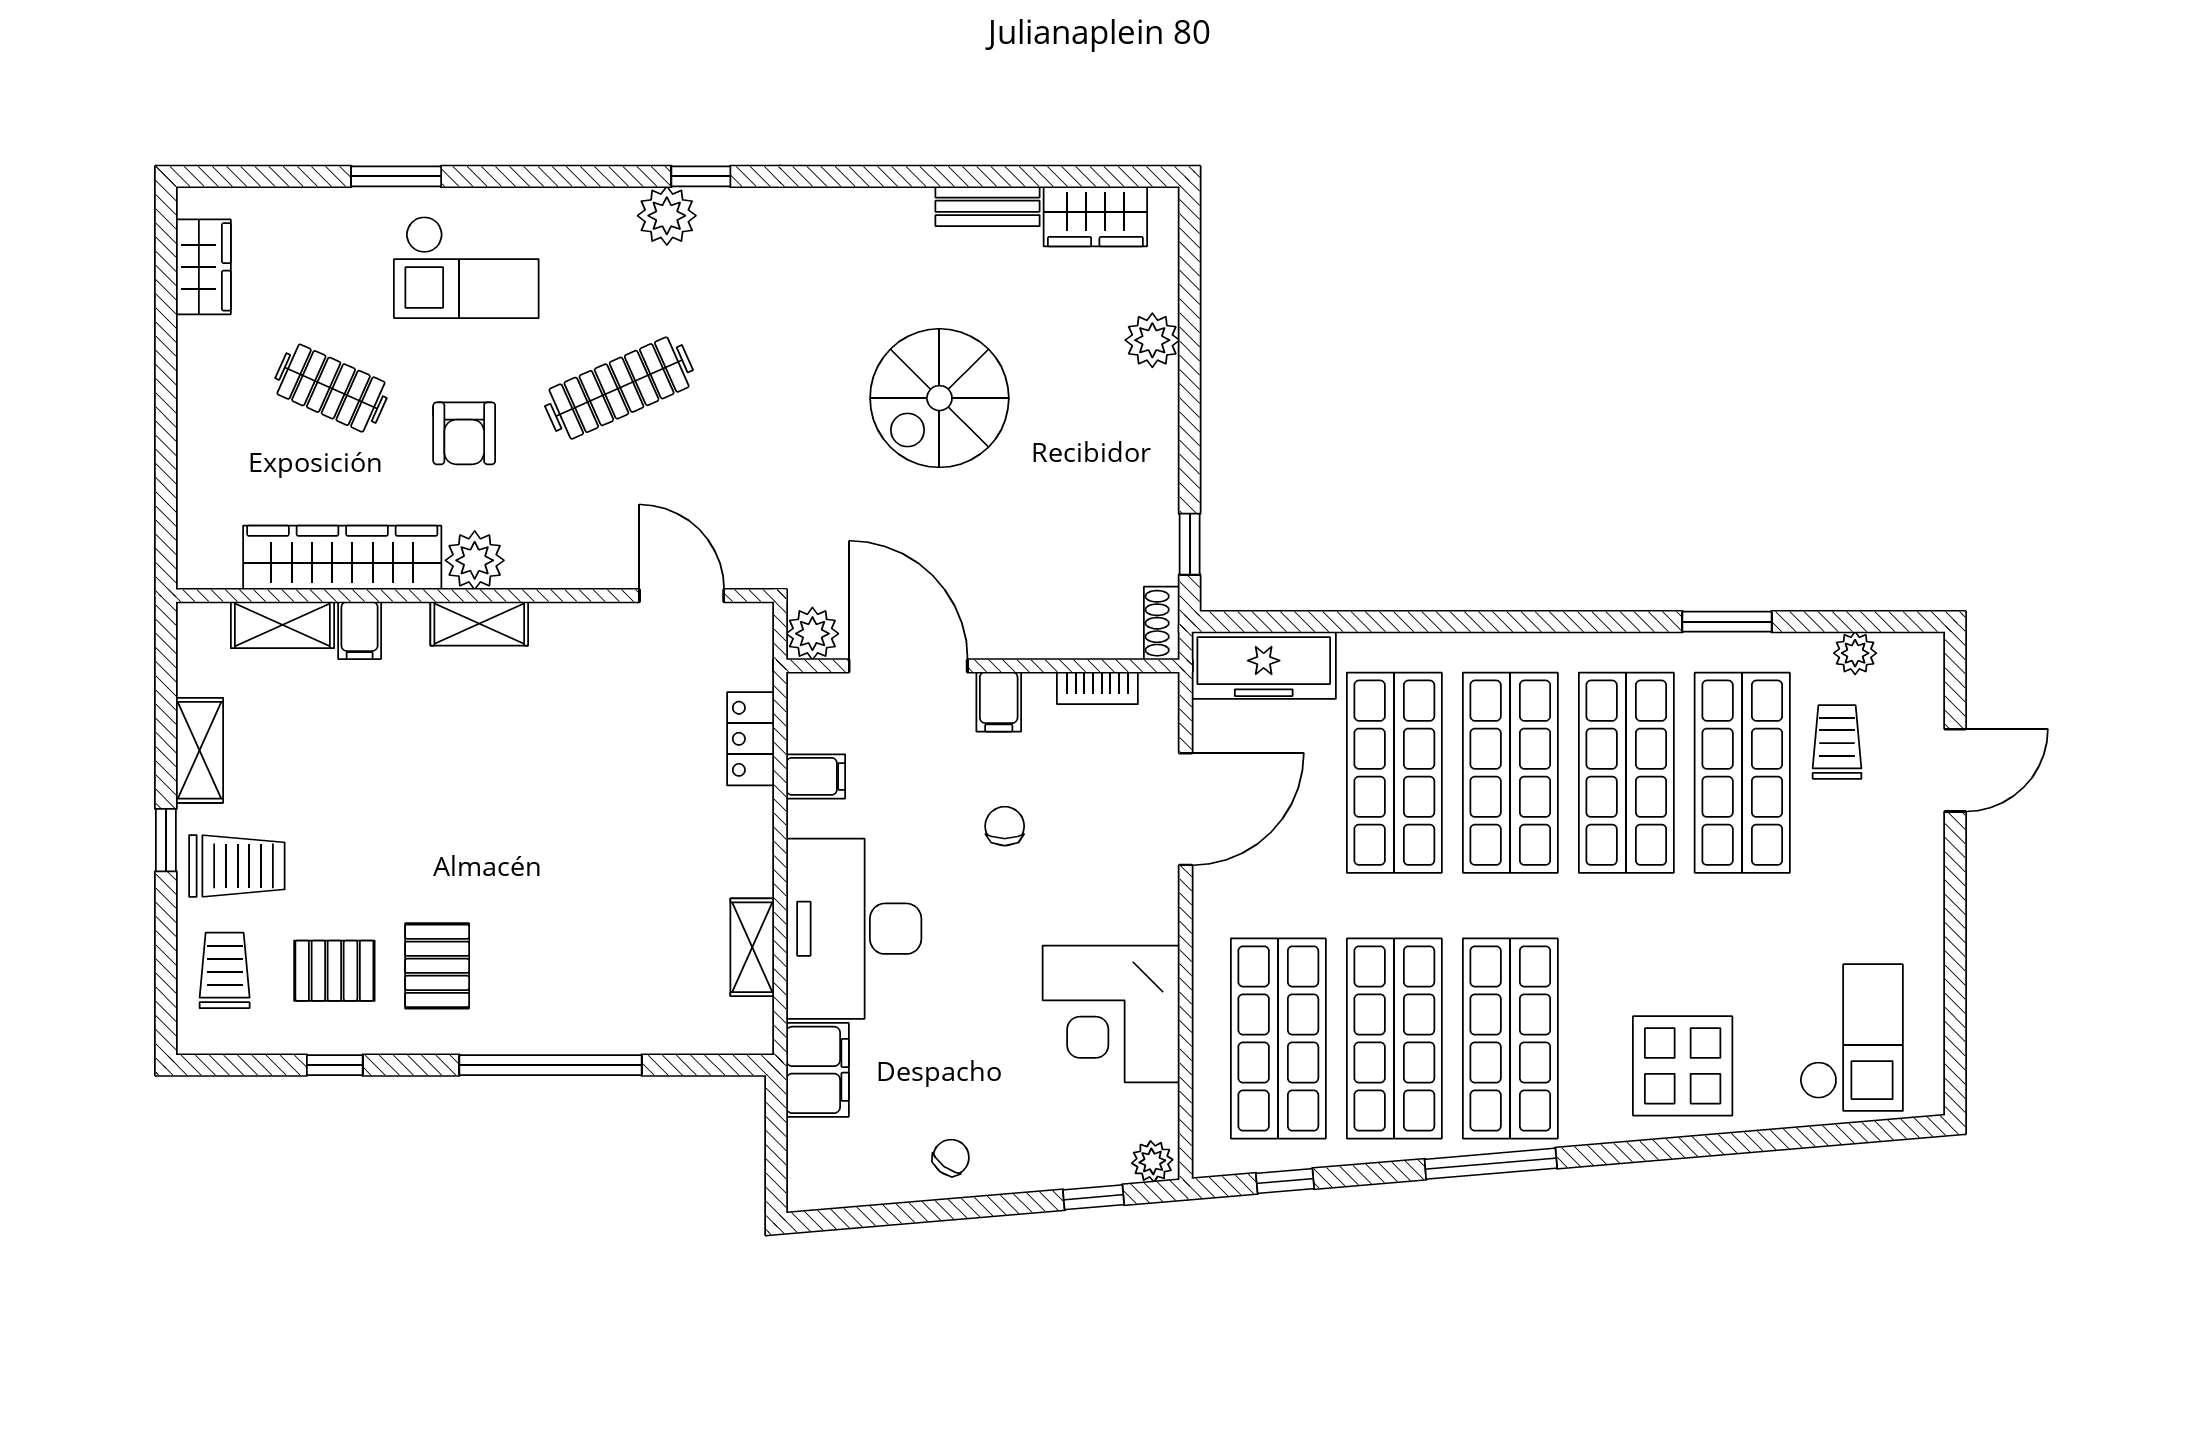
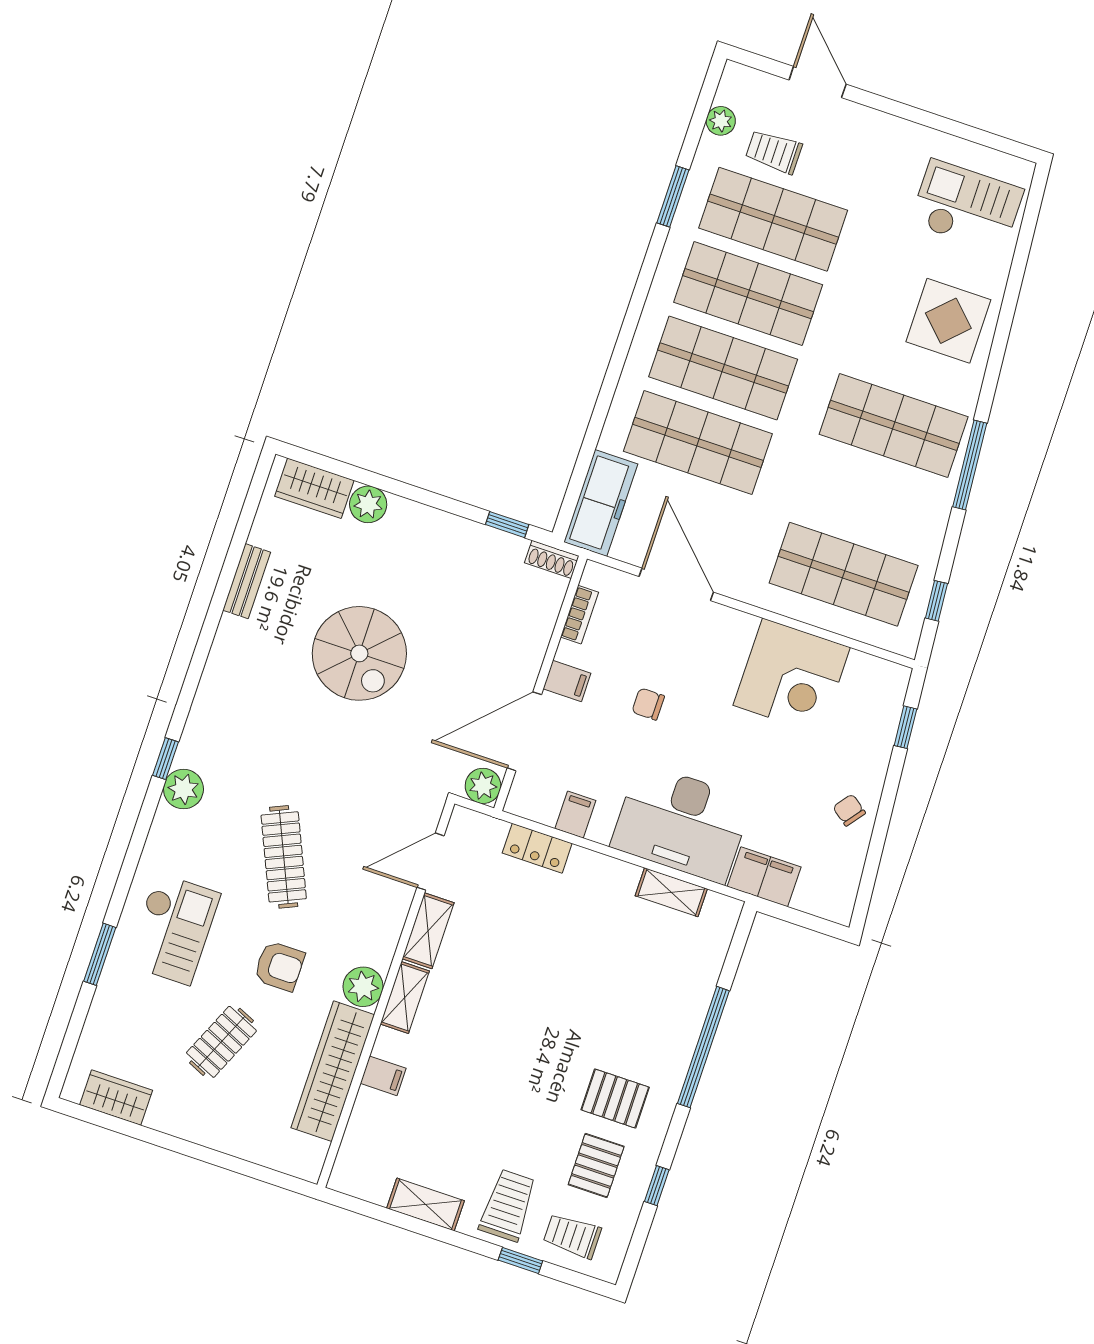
wardrobe: (1095, 216) -> (314, 488), moved, turned 90
shelving: (282, 625) -> (428, 931), moved
window: (166, 840) -> (520, 1260), moved
shop shelf: (1394, 1038) -> (869, 500), removed
plant: (1152, 1161) -> (895, 682), removed

